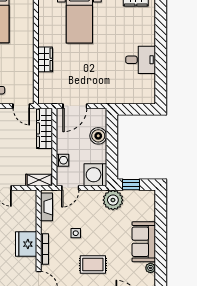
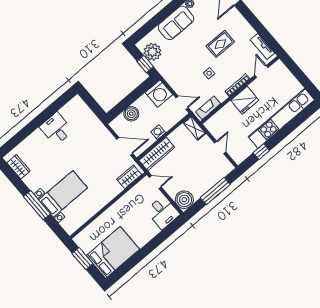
wardrobe: (45, 59) -> (129, 177), moved
door: (21, 106) -> (155, 182), hinge flipped
washing machine: (63, 160) -> (158, 132), moved
plant: (113, 200) -> (152, 52), moved
rug: (93, 265) -> (220, 44), turned 90

